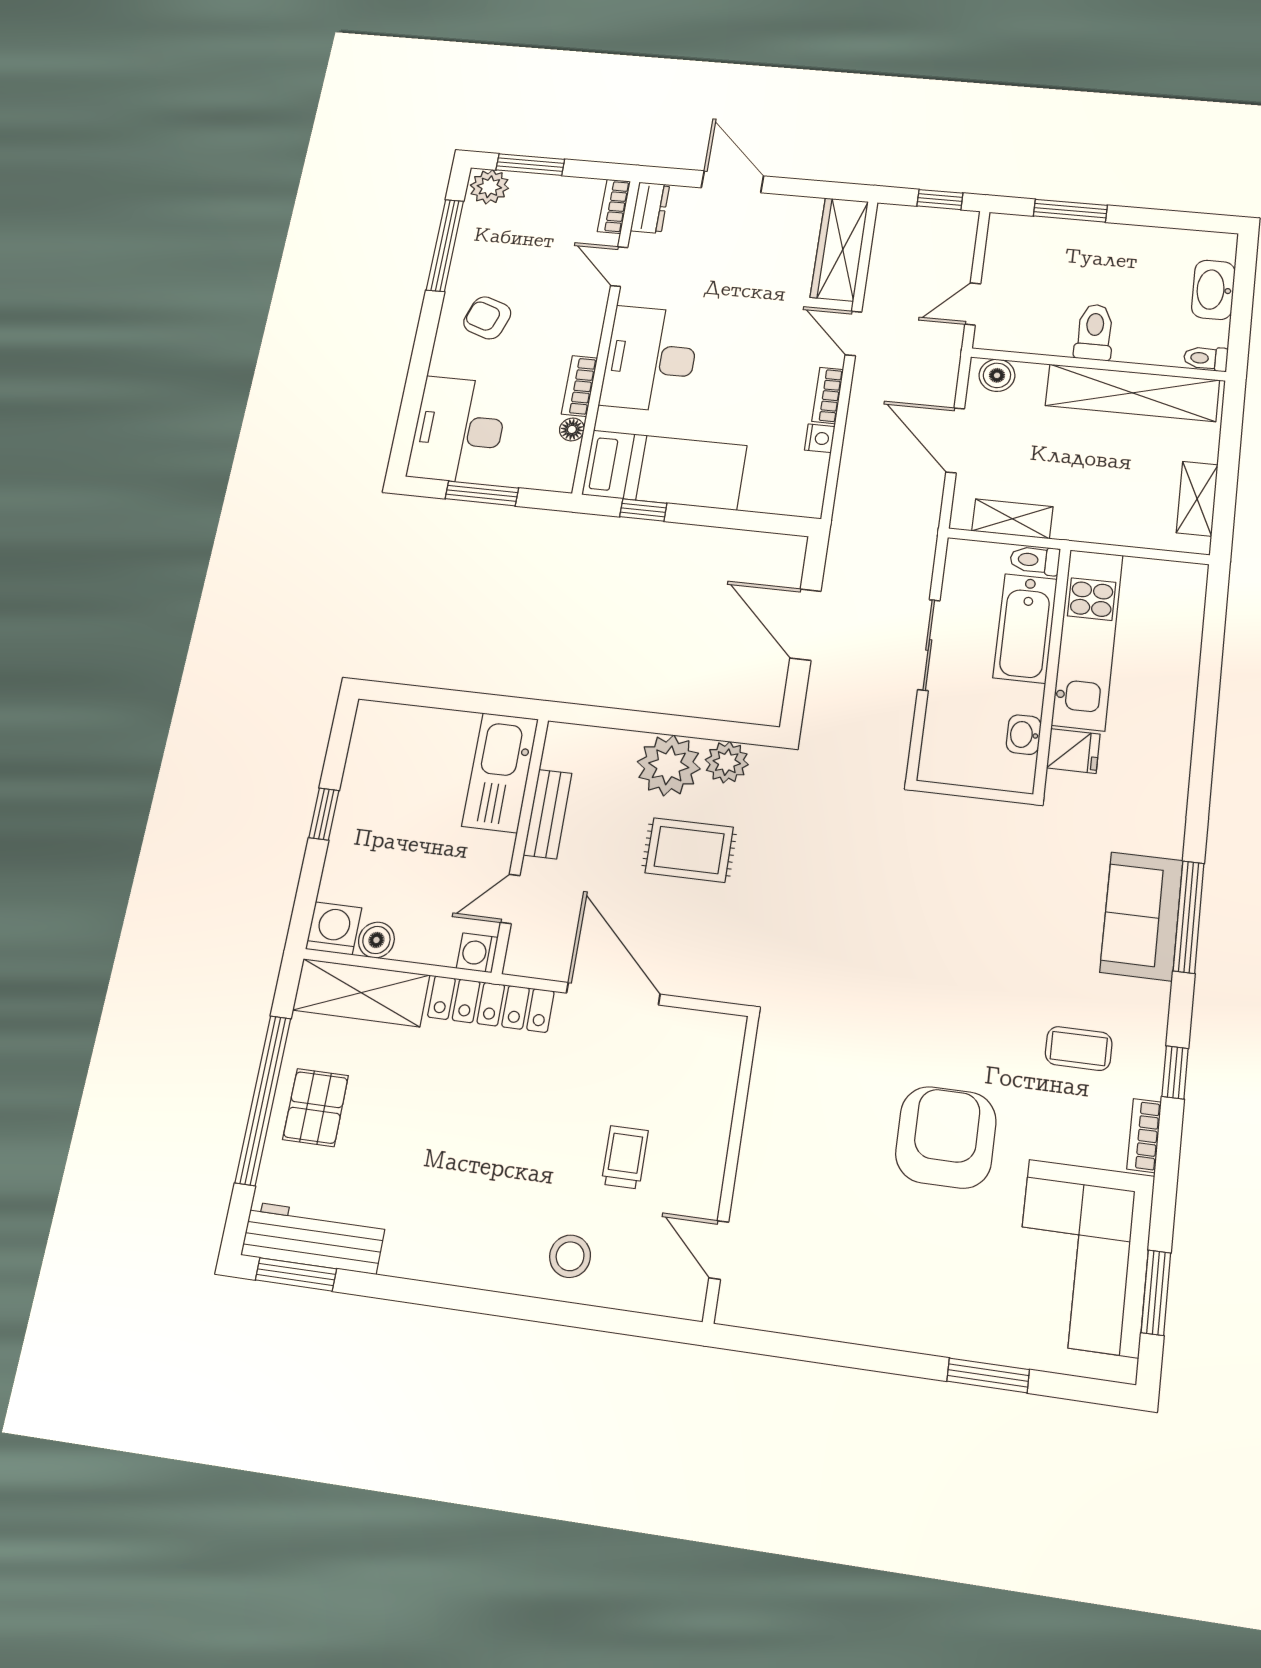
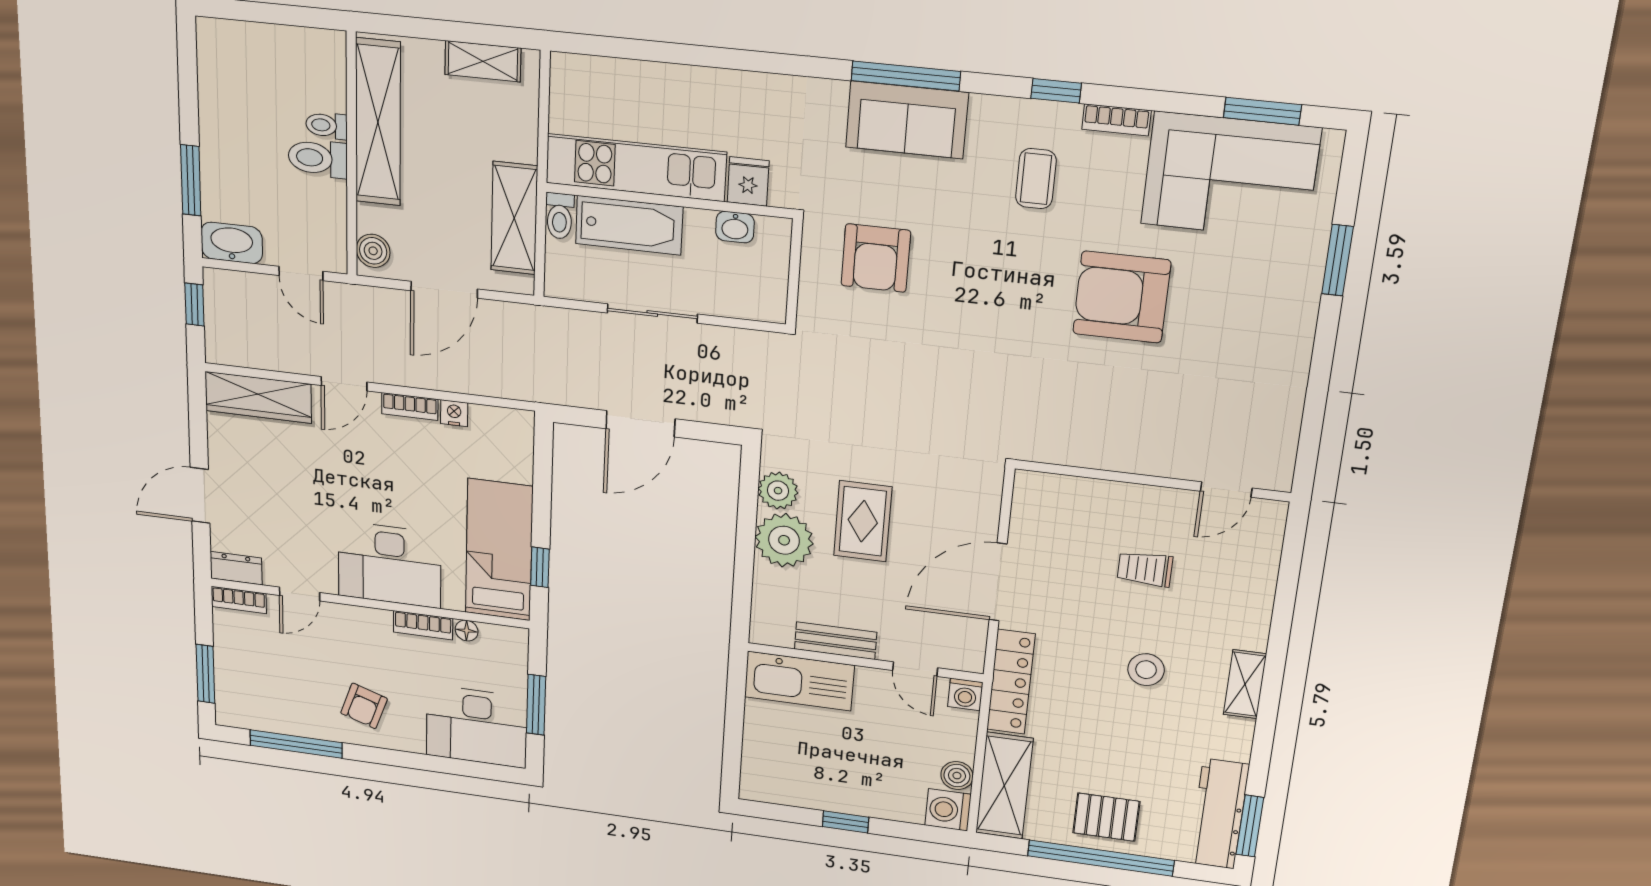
plant: (489, 187) -> (232, 708), removed
washbasin: (1213, 290) -> (232, 243), moved, turned 180
toilet: (1206, 358) -> (327, 125), moved, turned 90
shelving: (1012, 519) -> (514, 218), width x1.50, depth x1.33
armchair: (990, 877) -> (876, 258), added
stool: (570, 1256) -> (1146, 670), moved
shelving: (478, 1270) -> (1245, 684), added

